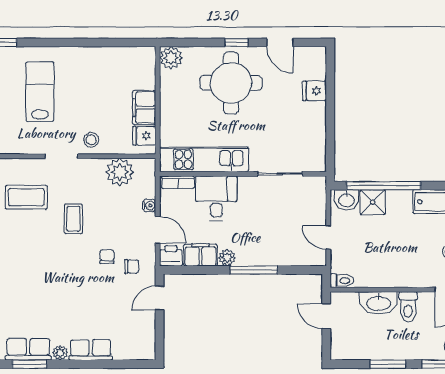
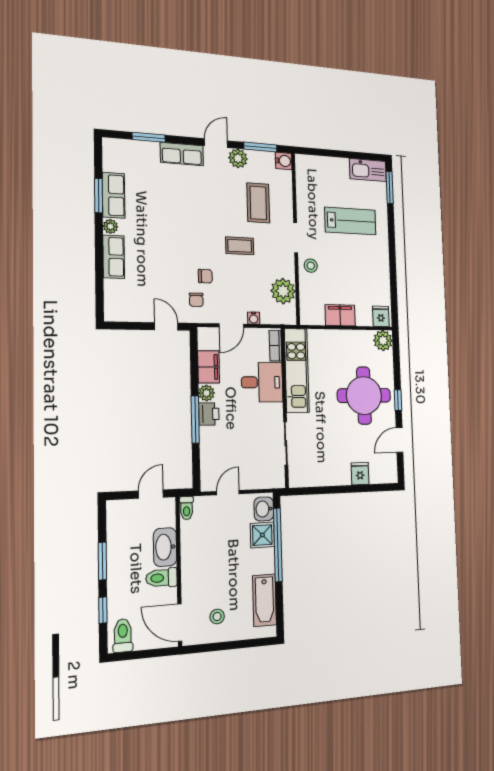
fridge: (144, 136) -> (381, 316), moved
printer: (171, 256) -> (209, 414), moved

